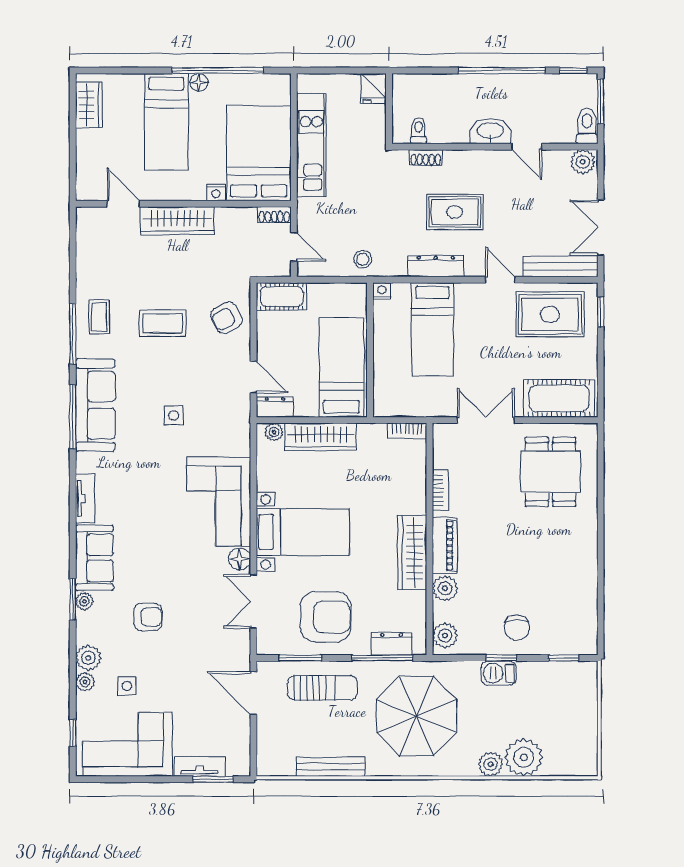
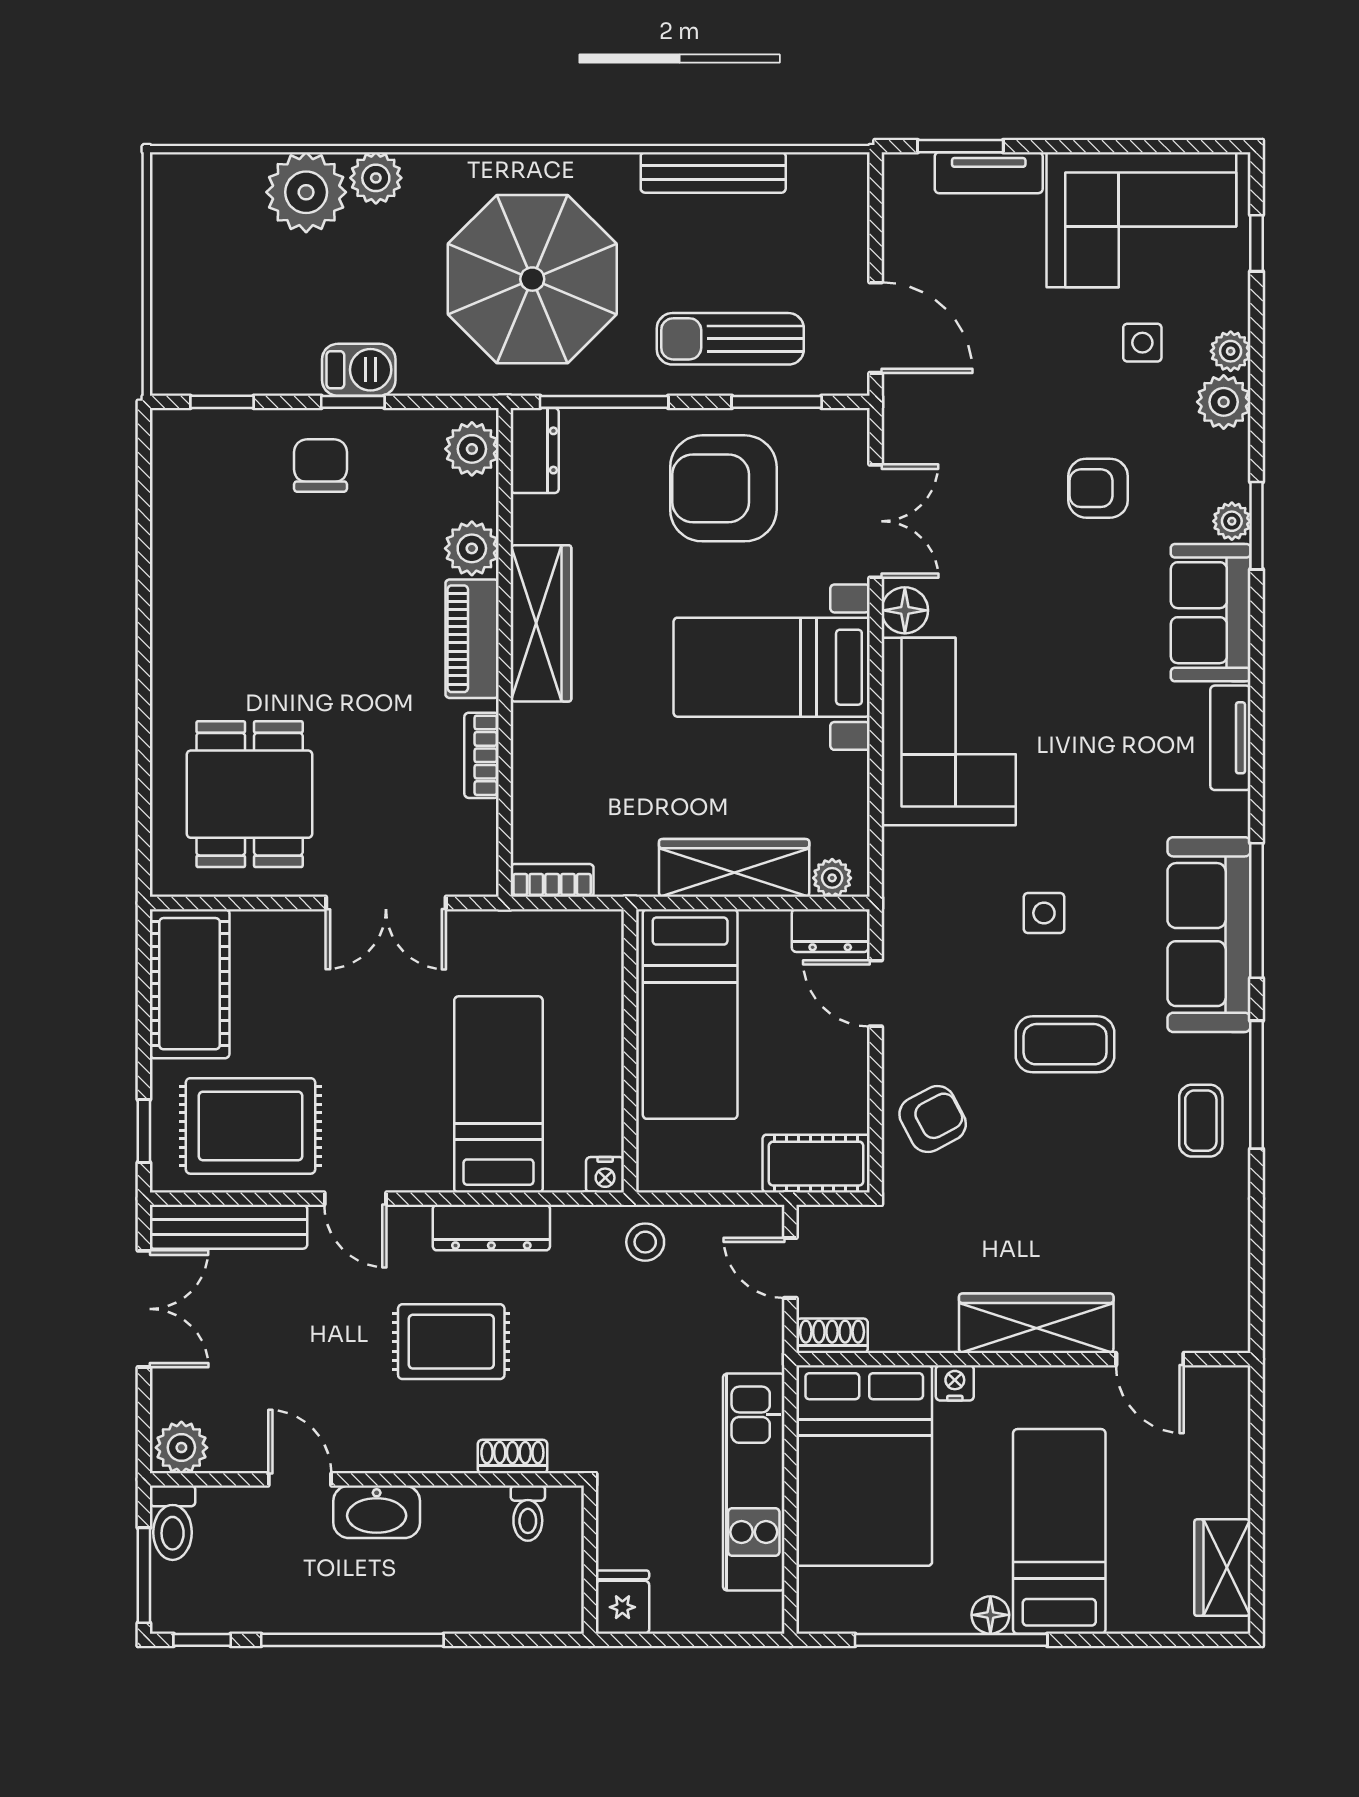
coffee table: (163, 323) -> (1065, 1044), moved
cot: (559, 398) -> (190, 984), moved, turned 90
dresser: (392, 644) -> (535, 450), moved, turned -90

